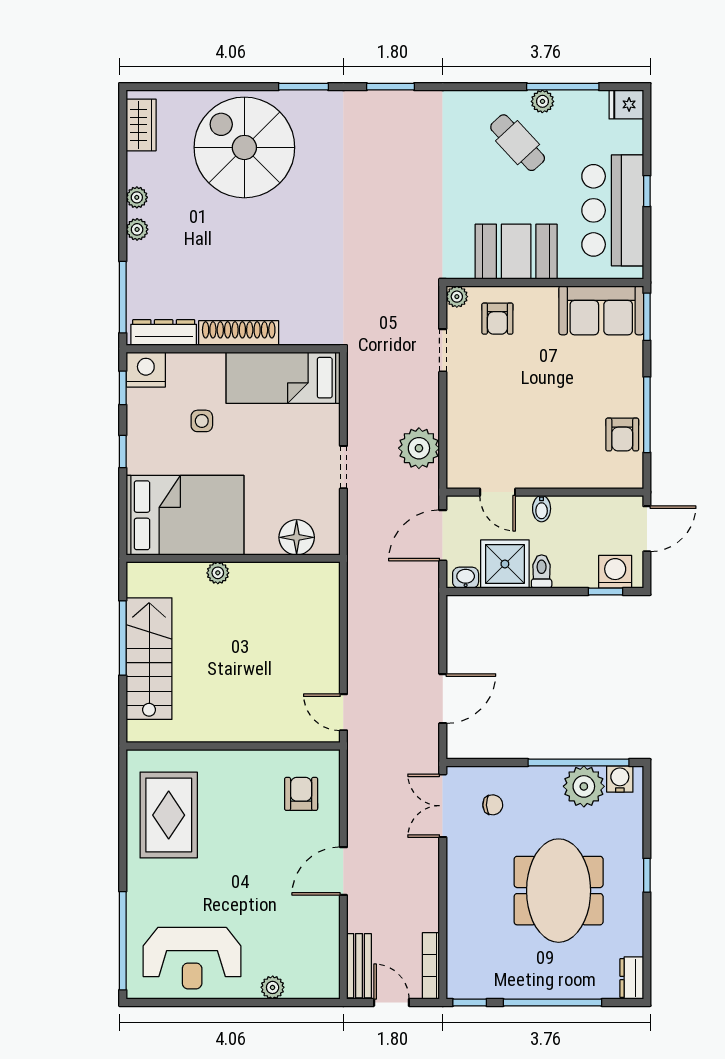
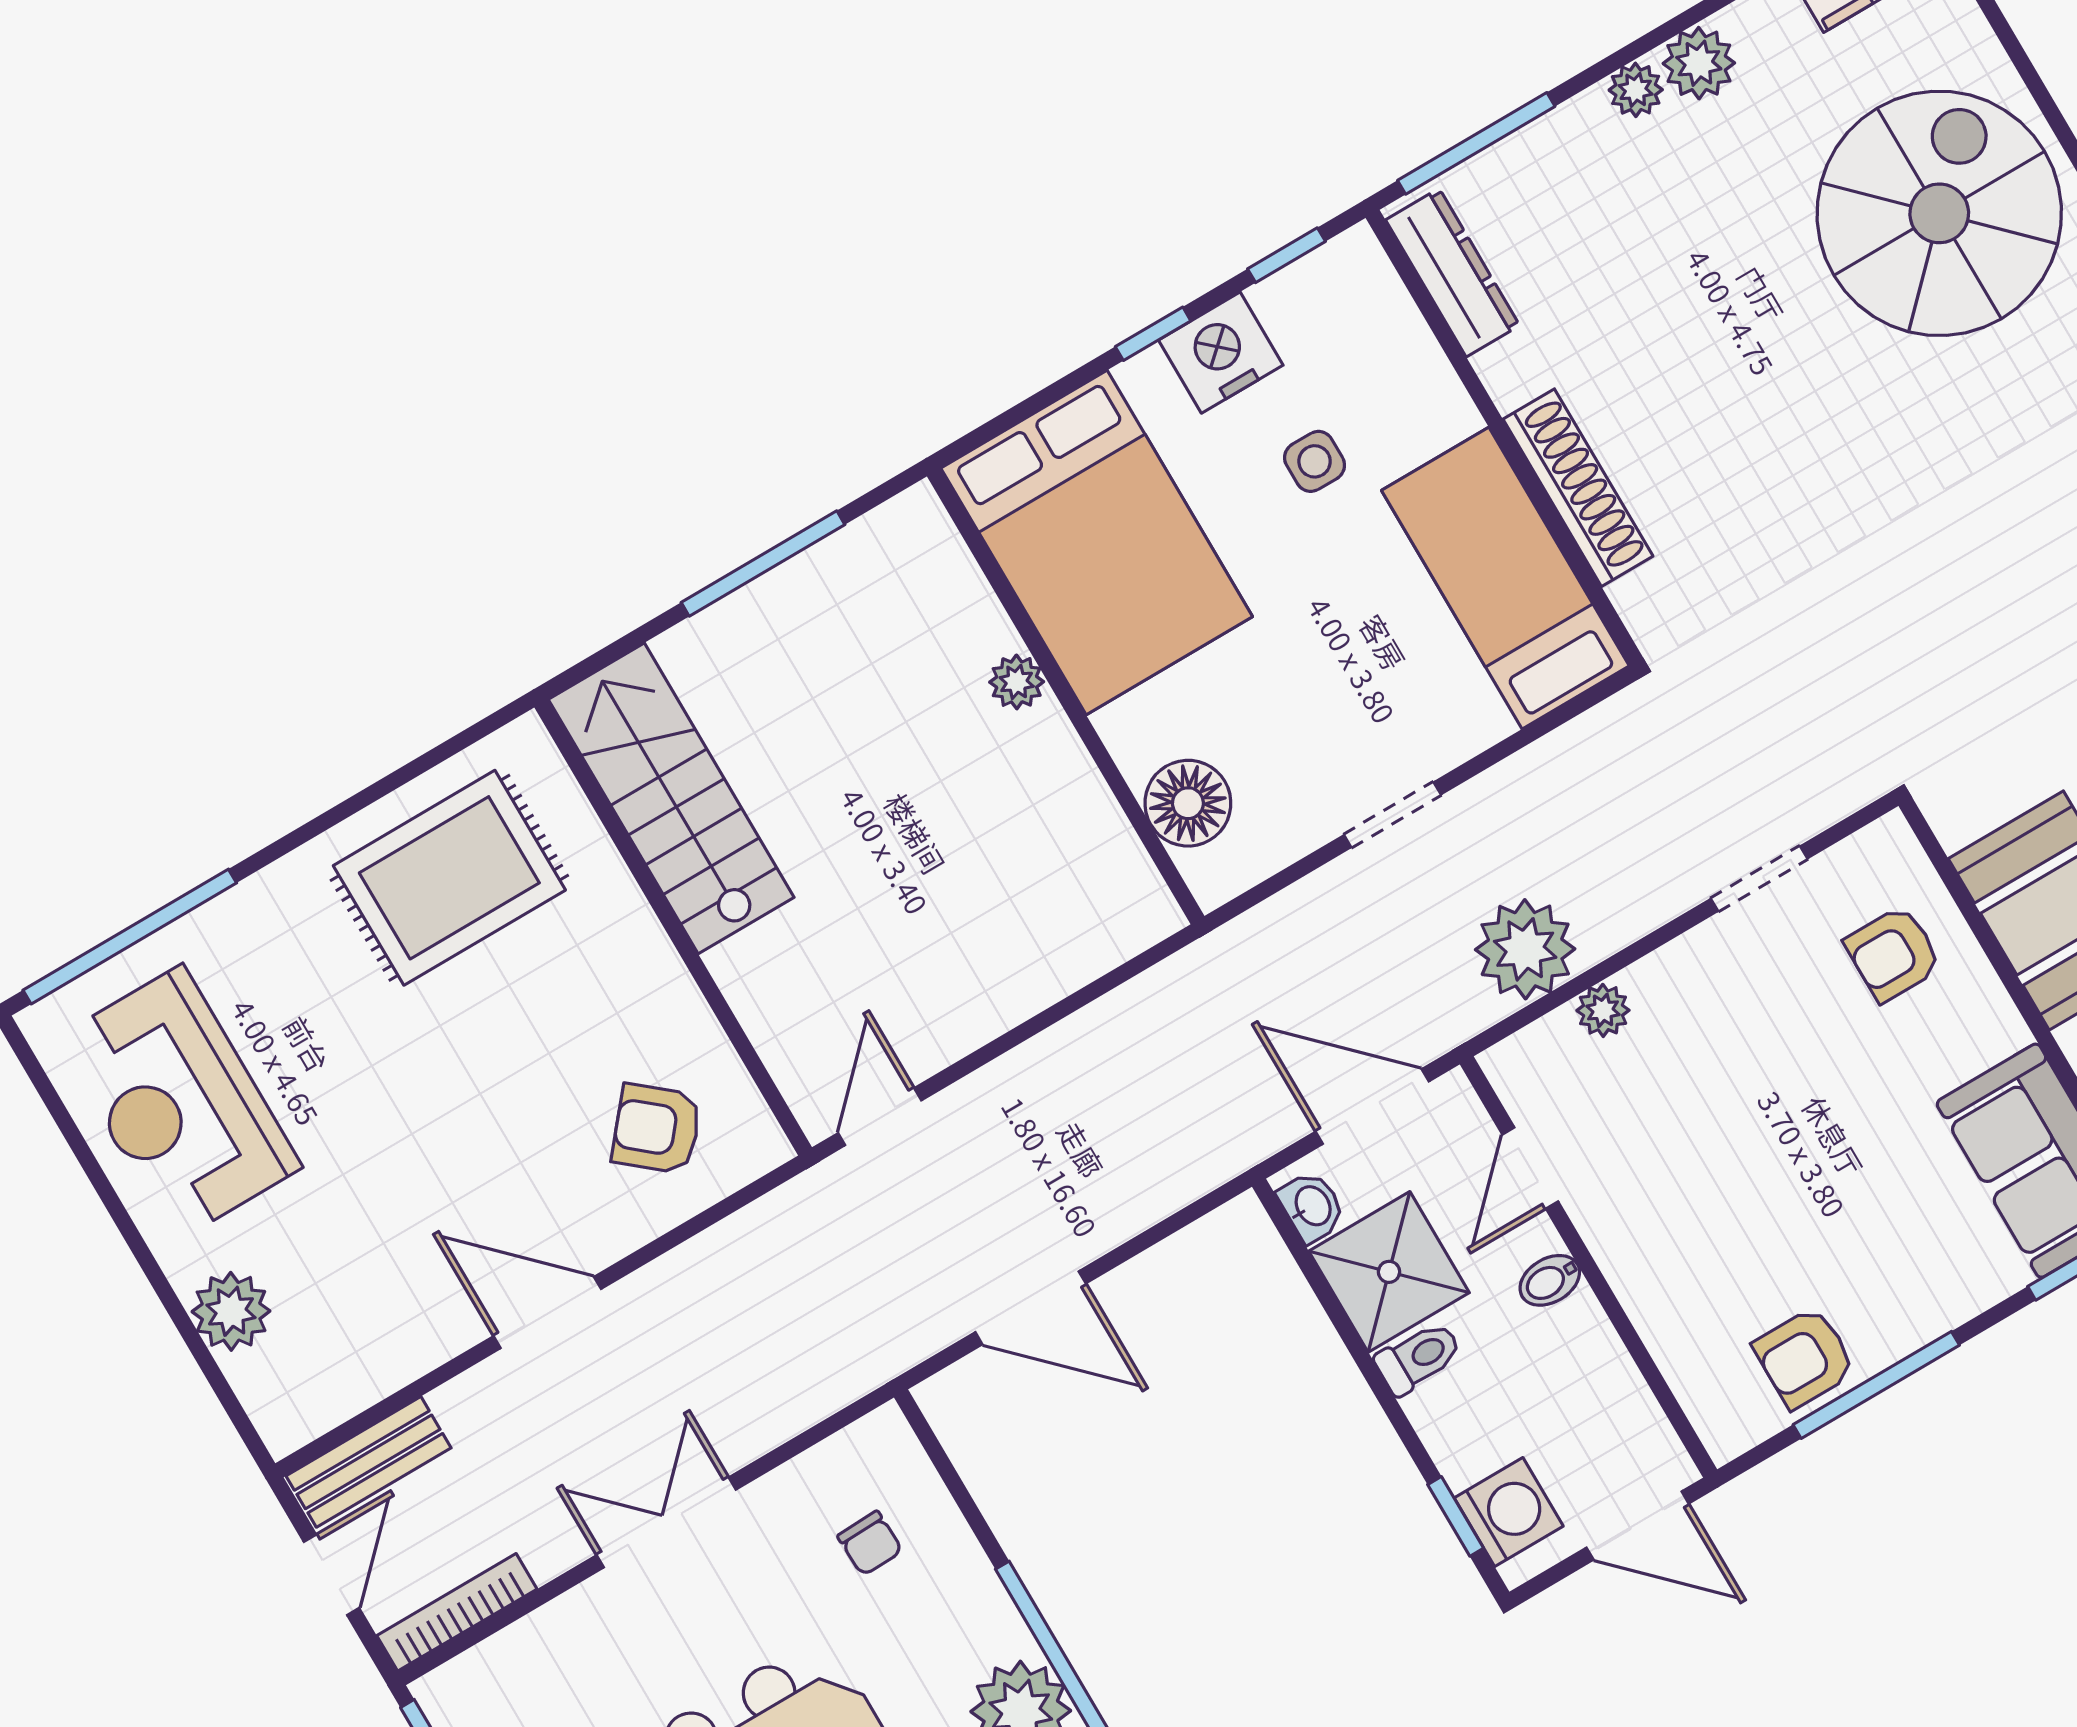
plant: (137, 197) -> (1699, 63), width x1.38, depth x1.38
plant: (457, 297) -> (1603, 1010), moved
shoe rack: (239, 333) -> (1578, 488), moved
nightstand: (146, 370) -> (1221, 353), moved, turned -90
stairs: (149, 659) -> (671, 798), moved, turned -90
armchair: (301, 794) -> (657, 1129), turned -140
double door: (443, 806) -> (666, 1522), moved
plant: (273, 987) -> (231, 1311), width x1.38, depth x1.38

